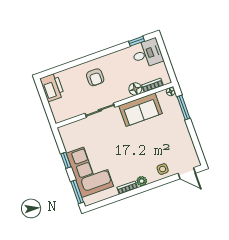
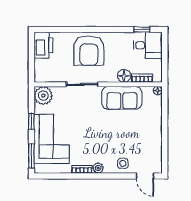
armchair: (95, 77) -> (89, 50), width x1.88, depth x1.88
window: (184, 108) -> (165, 111), removed
plant: (68, 133) -> (43, 96), added

